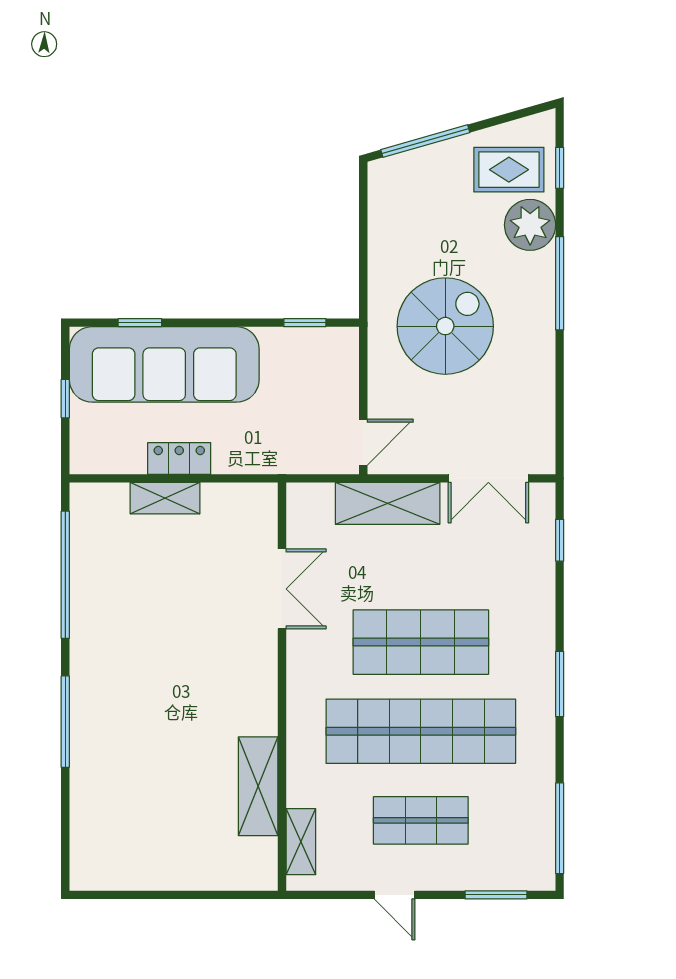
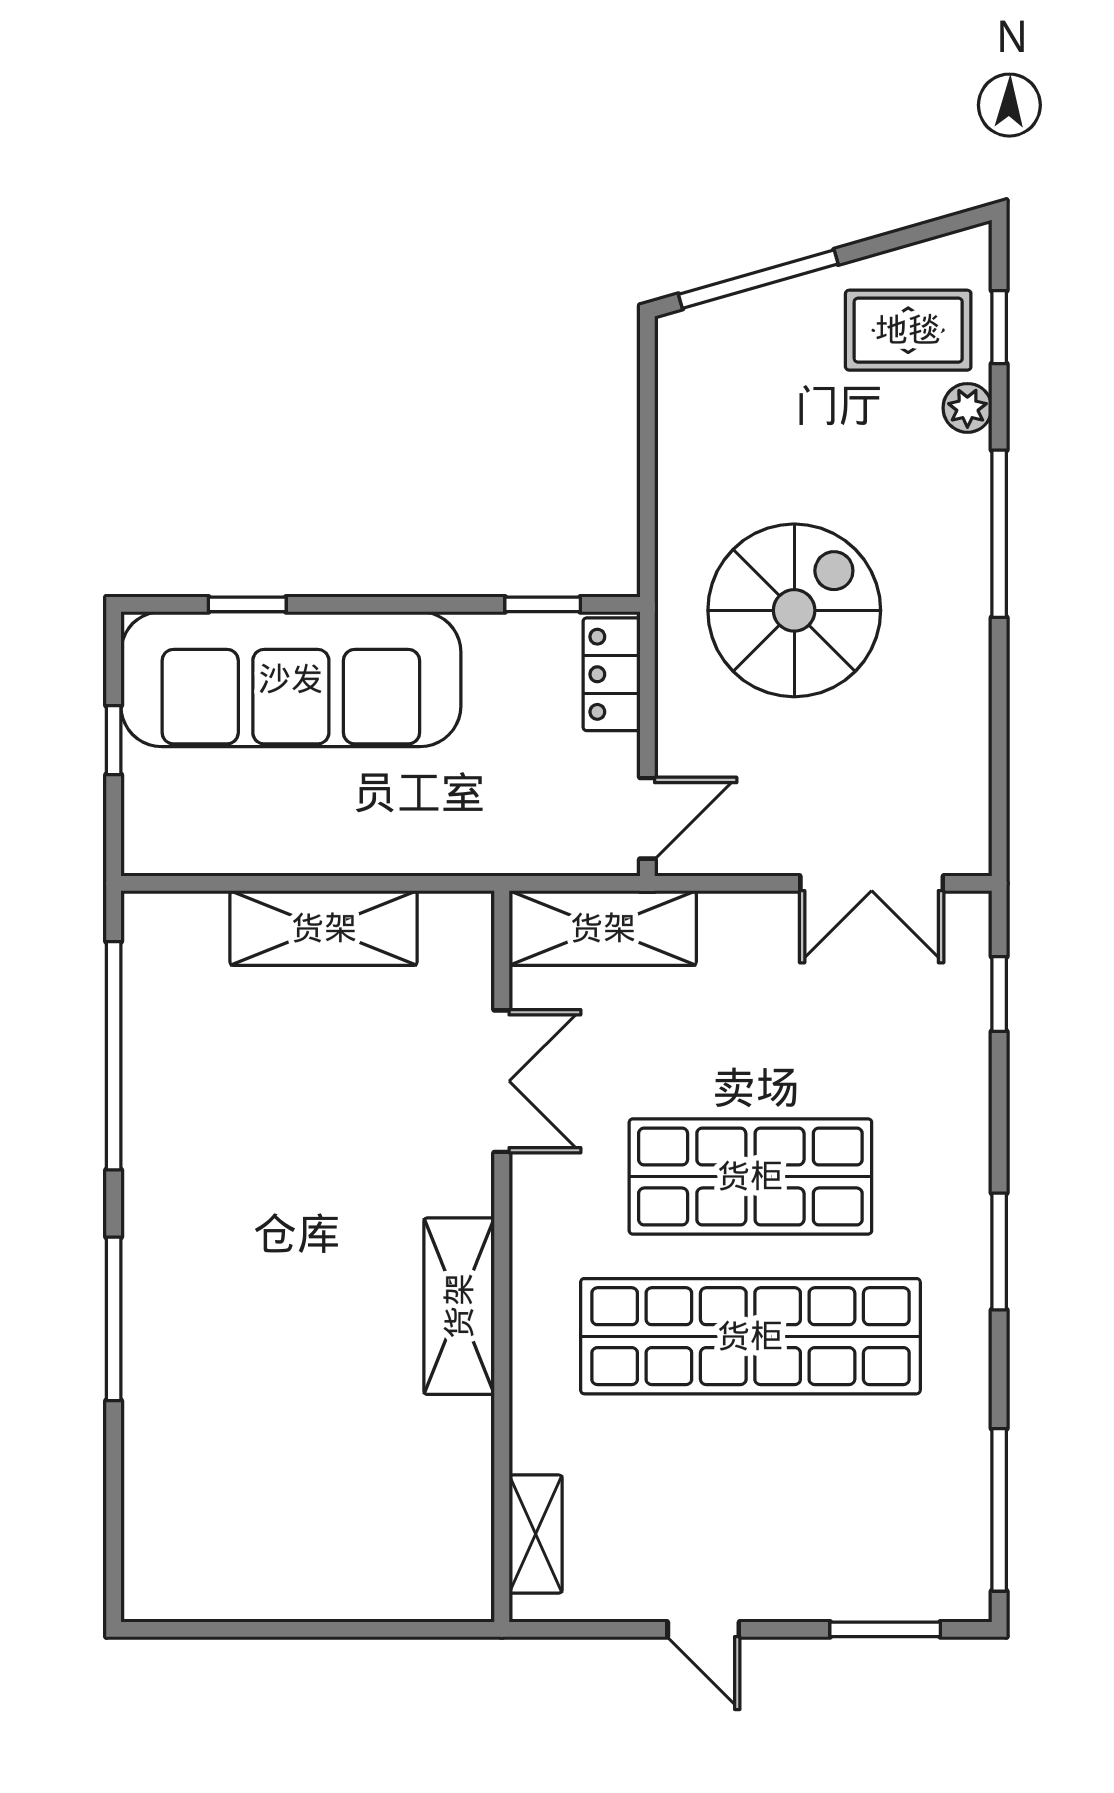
plant: (530, 225) -> (967, 408), width x0.53, depth x0.53
locker: (179, 458) -> (612, 674), moved, turned -90
shelving: (165, 498) -> (324, 928), width x1.50, depth x1.33
shelving: (388, 503) -> (603, 928), moved
shelving: (258, 786) -> (459, 1306), moved
shop shelf: (421, 820) -> (750, 1496), removed

